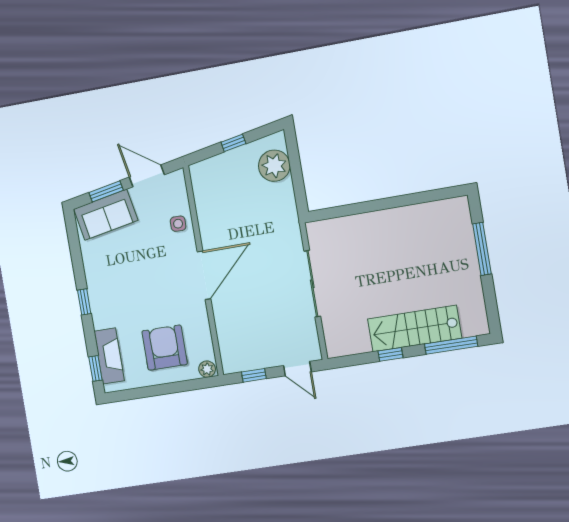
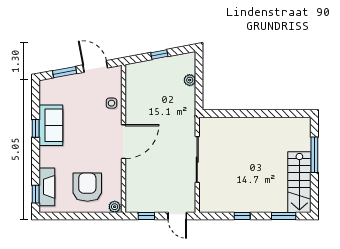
plant: (274, 166) -> (190, 80), width x0.53, depth x0.53
sofa: (106, 215) -> (51, 125), moved, turned -79
window: (84, 302) -> (36, 128), moved
stairs: (415, 329) -> (299, 182), moved, turned -90
window: (451, 345) -> (284, 216), width x0.69

